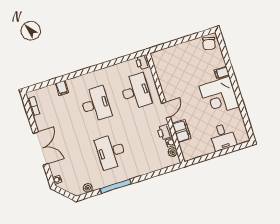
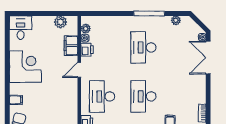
filing cabinet: (222, 73) -> (16, 100), moved
desk: (223, 137) -> (21, 28), moved
double door: (41, 148) -> (208, 58), moved
plant: (199, 151) -> (61, 22), added
desk: (111, 152) -> (143, 47), turned 180

